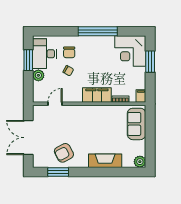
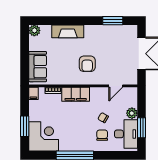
armchair: (64, 153) -> (87, 64), moved, turned 118

